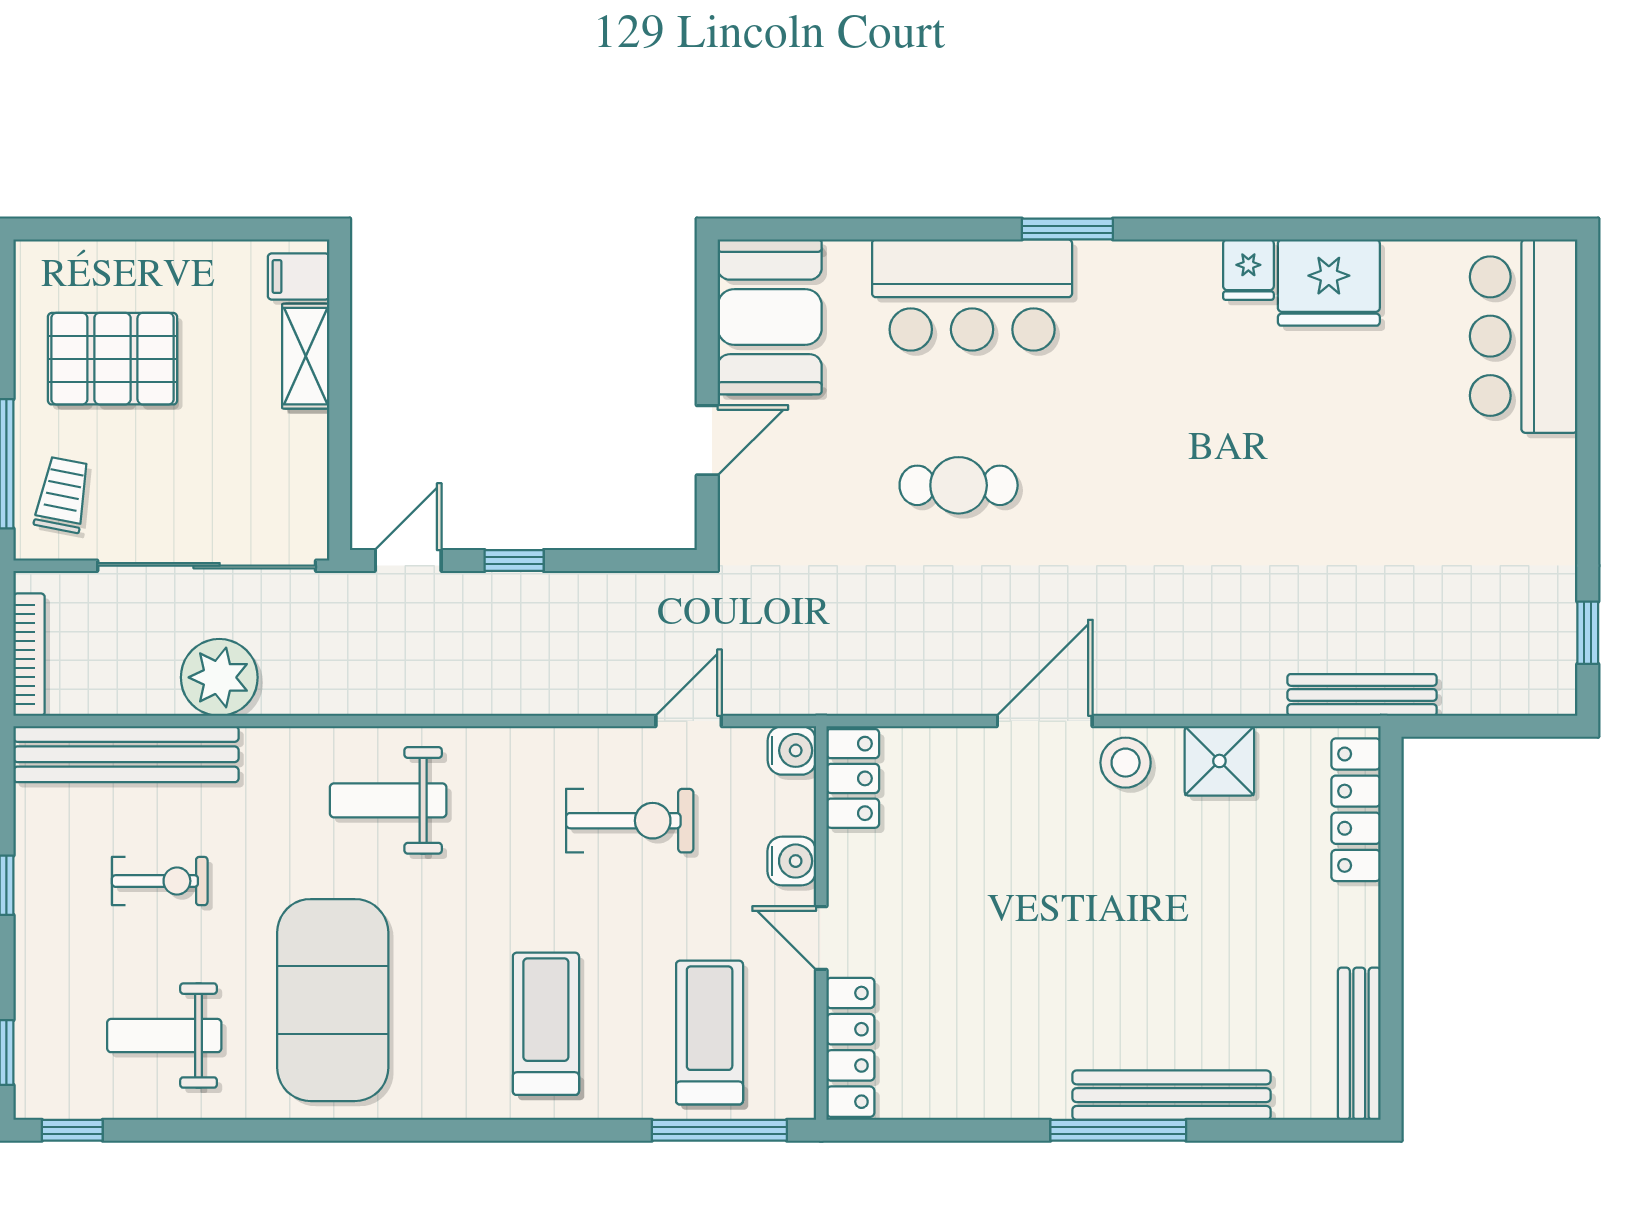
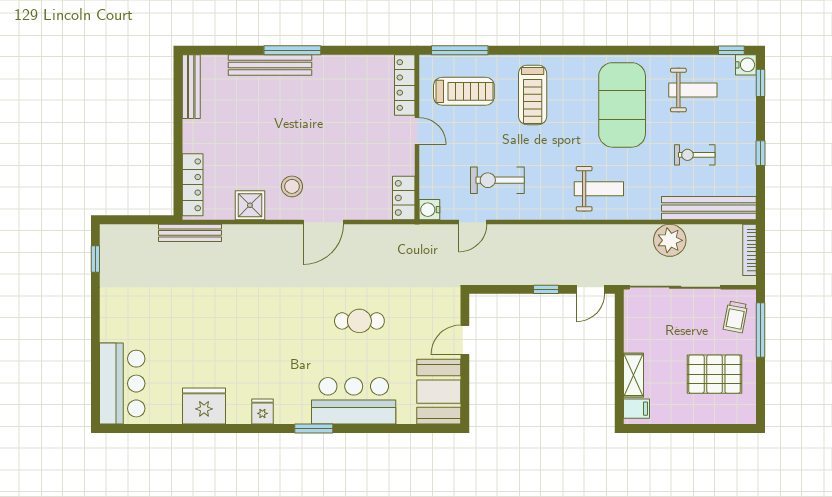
fridge: (1248, 270) -> (262, 411), moved
stool: (1126, 763) -> (292, 186), moved
water cooler: (792, 861) -> (746, 65), moved, turned 180
treadmill: (710, 1033) -> (464, 91), turned -90

